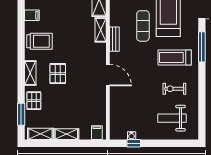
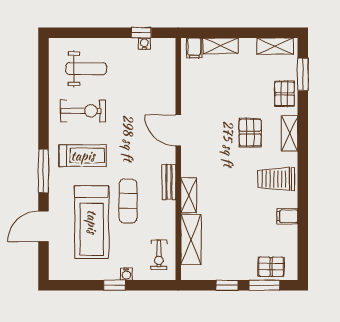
exercise bike: (174, 89) -> (83, 111), width x1.38, depth x1.39
shelving: (66, 134) -> (221, 46), moved

